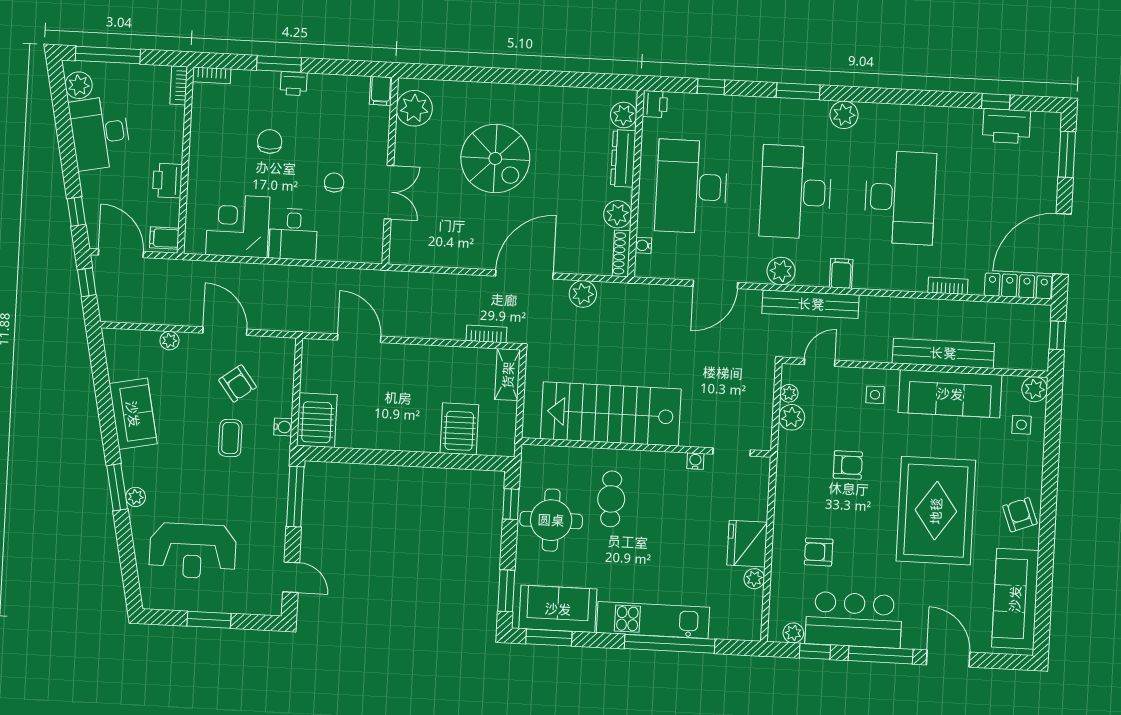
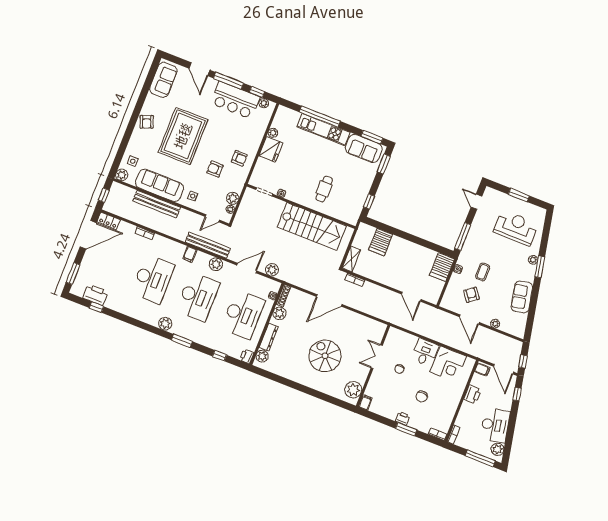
desk: (900, 197) -> (153, 279), turned 180
locker: (1018, 286) -> (109, 221), width x0.66
plant: (583, 294) -> (272, 270), moved
round table: (551, 520) -> (354, 188), removed
armchair: (819, 552) -> (239, 158), moved
sofa: (1015, 599) -> (163, 80), width x0.73

